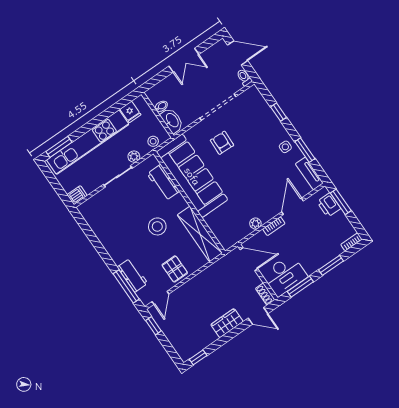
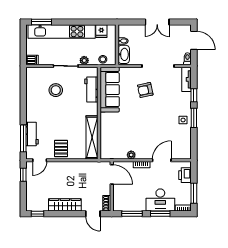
armchair: (222, 143) -> (145, 90), turned -104
window: (305, 150) -> (194, 118), moved
tv unit: (309, 173) -> (187, 79), moved
sofa: (192, 176) -> (110, 90), width x0.74, depth x0.79
window: (341, 202) -> (194, 193), moved
stool: (157, 226) -> (56, 90), moved
desk: (285, 275) -> (160, 200), moved
wardrobe: (227, 323) -> (65, 205), width x1.50

